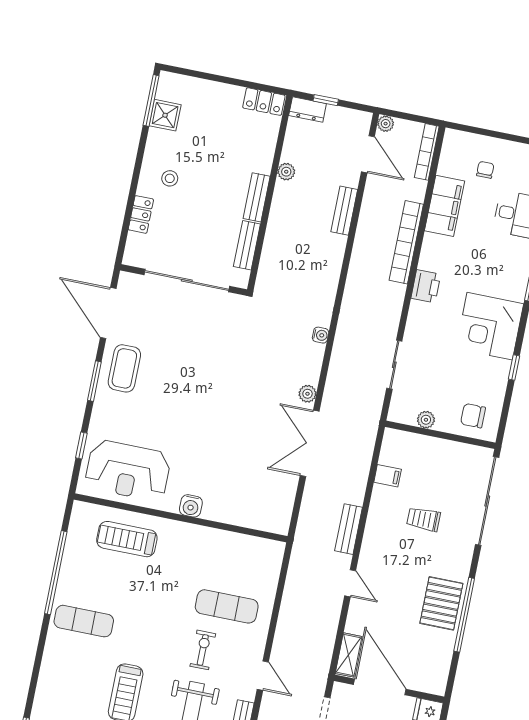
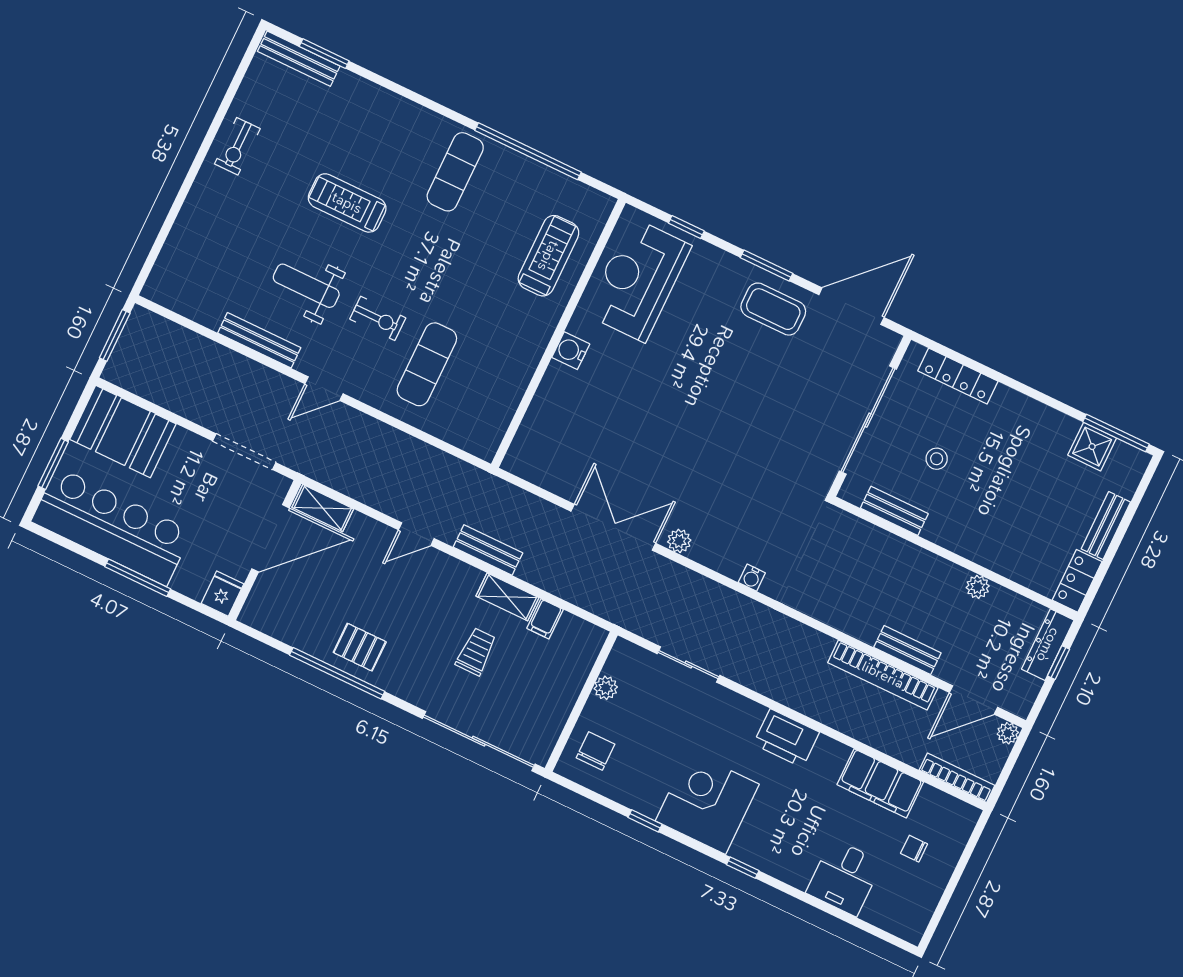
dresser: (308, 110) -> (1048, 645), width x1.44
chair: (485, 170) -> (914, 849), turned 180
stool: (170, 178) -> (937, 459), moved
bench: (257, 197) -> (1106, 526), moved, turned 90
locker: (141, 214) -> (958, 376), width x1.53
bookcase: (406, 242) -> (883, 675), moved, turned 180
printer: (426, 286) -> (786, 738), width x1.37, depth x1.19
shelving: (379, 507) -> (507, 597), added
pallet: (441, 603) -> (360, 647), width x0.67, depth x0.71

